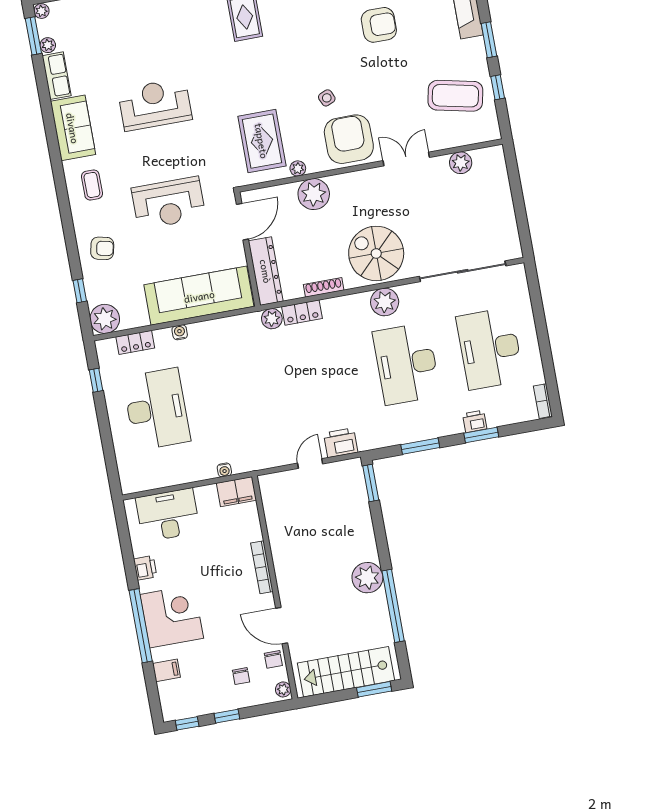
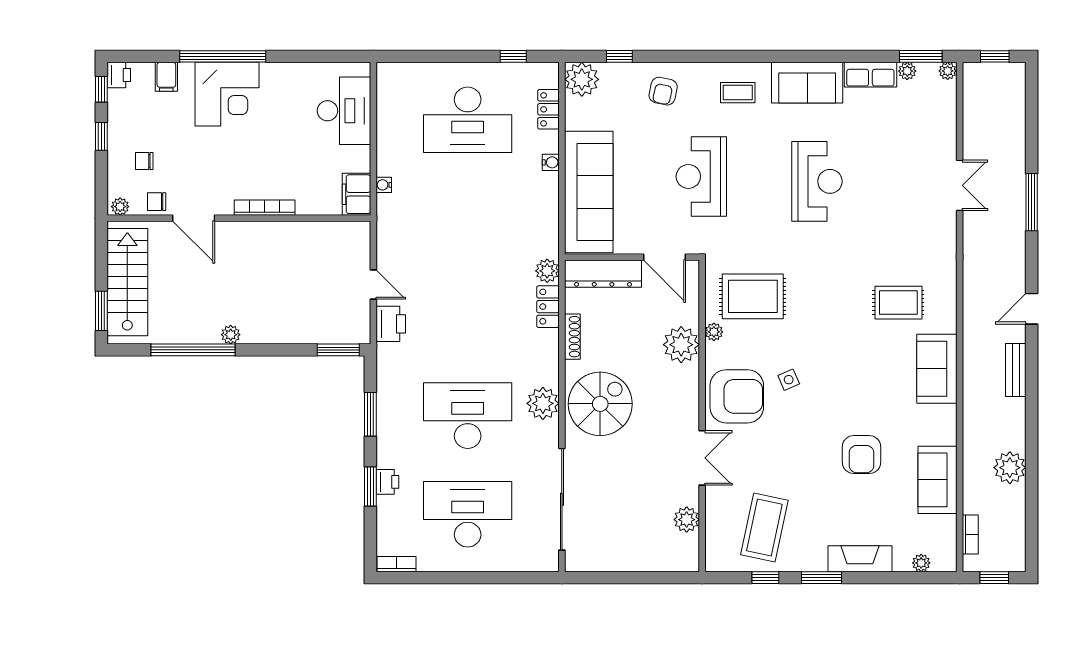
printer: (145, 568) -> (119, 75), moved, turned -90
plant: (367, 578) -> (231, 335), width x0.53, depth x0.53
door: (282, 626) -> (194, 218), swing flipped

